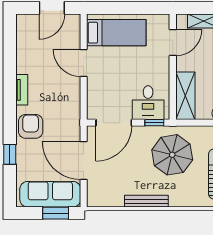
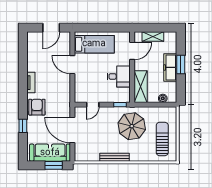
desk: (148, 103) -> (119, 76), moved, turned -90
door: (114, 123) -> (93, 105), width x0.53

